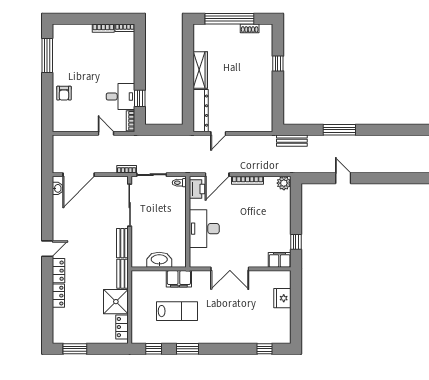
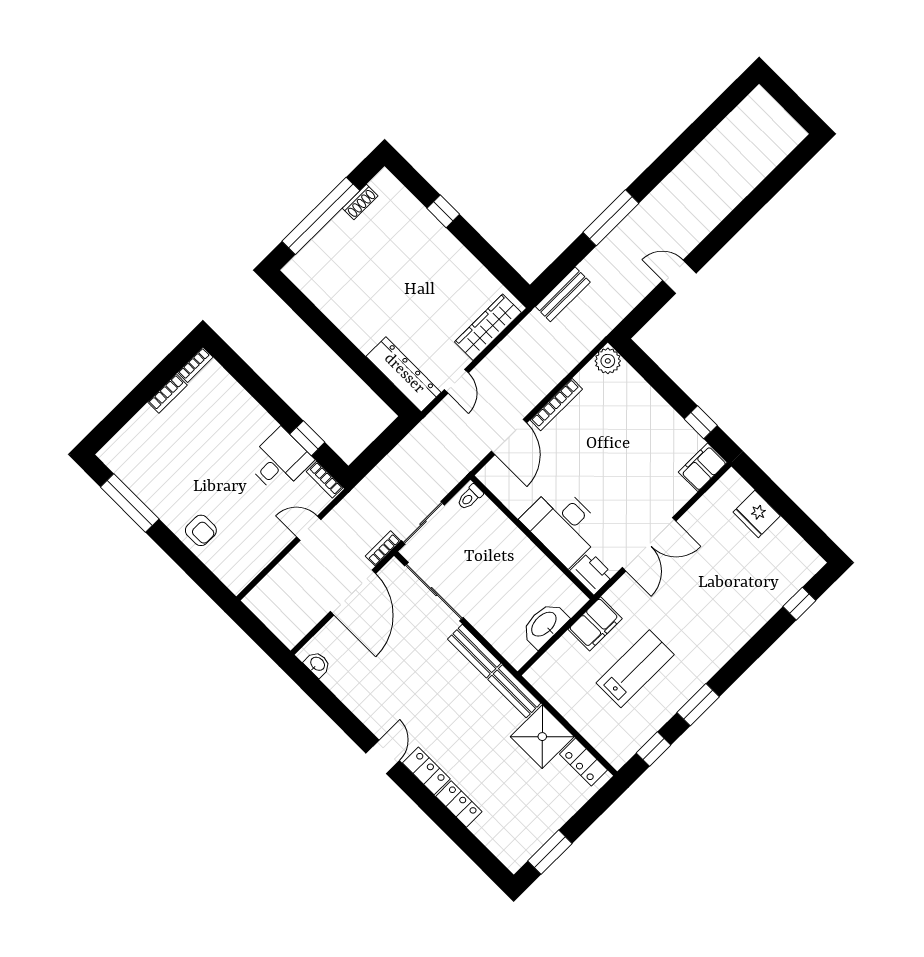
wardrobe: (200, 70) -> (488, 327), moved, turned -90
door: (79, 175) -> (353, 592), moved
printer: (197, 189) -> (592, 573), moved

